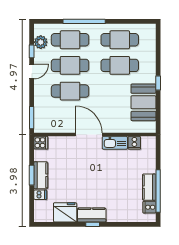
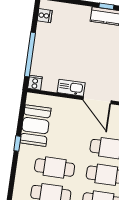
cooker: (134, 143) -> (35, 83), moved
kitchen counter: (149, 187) -> (42, 37), removed
window: (158, 191) -> (30, 55), moved

